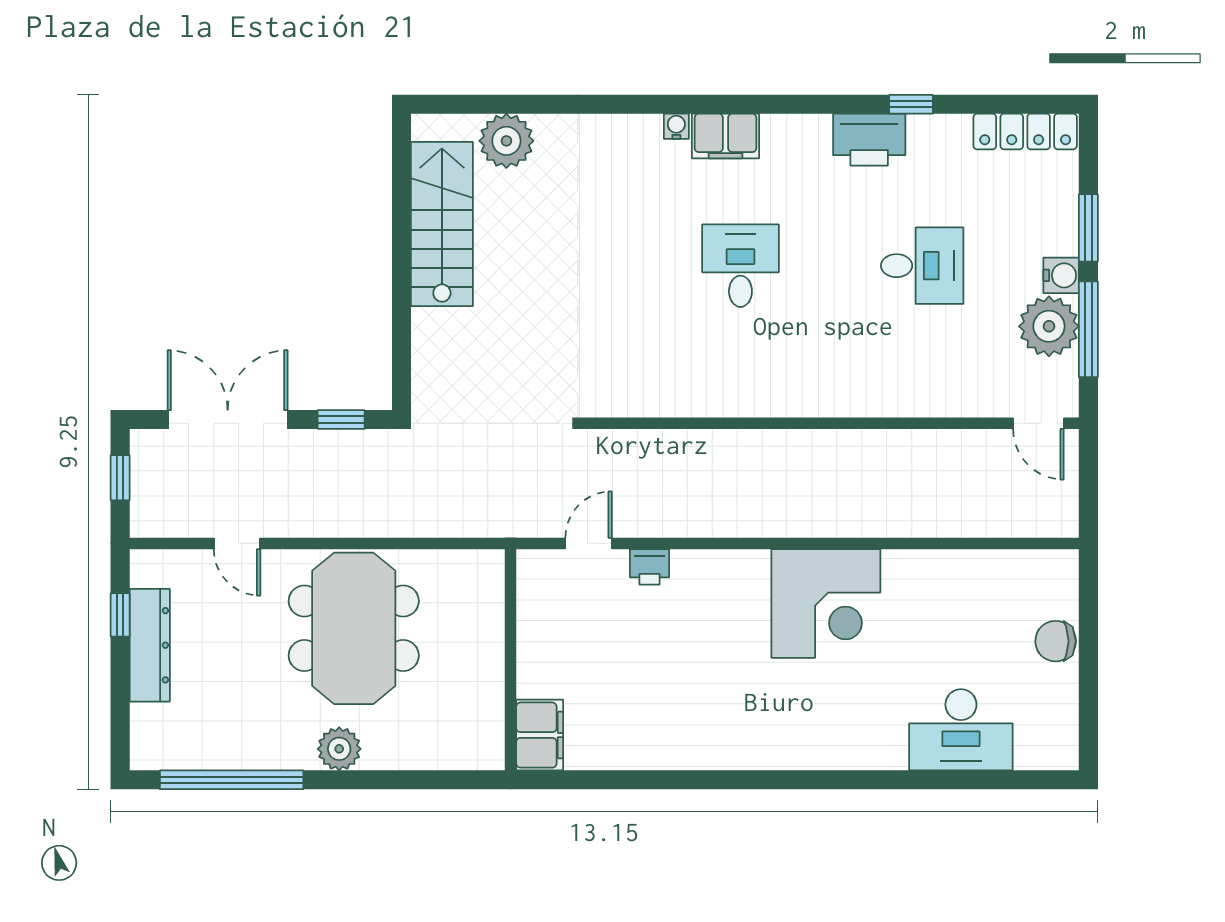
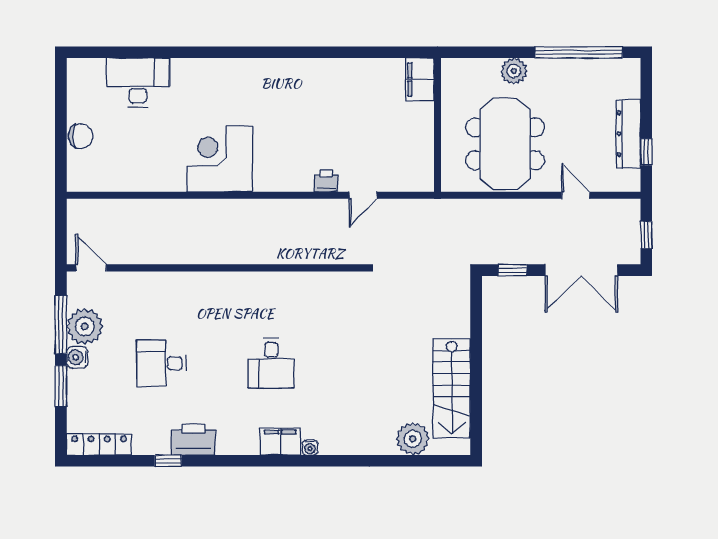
wall: (510, 660) -> (438, 125), moved
filing cabinet: (540, 735) -> (420, 79), moved

